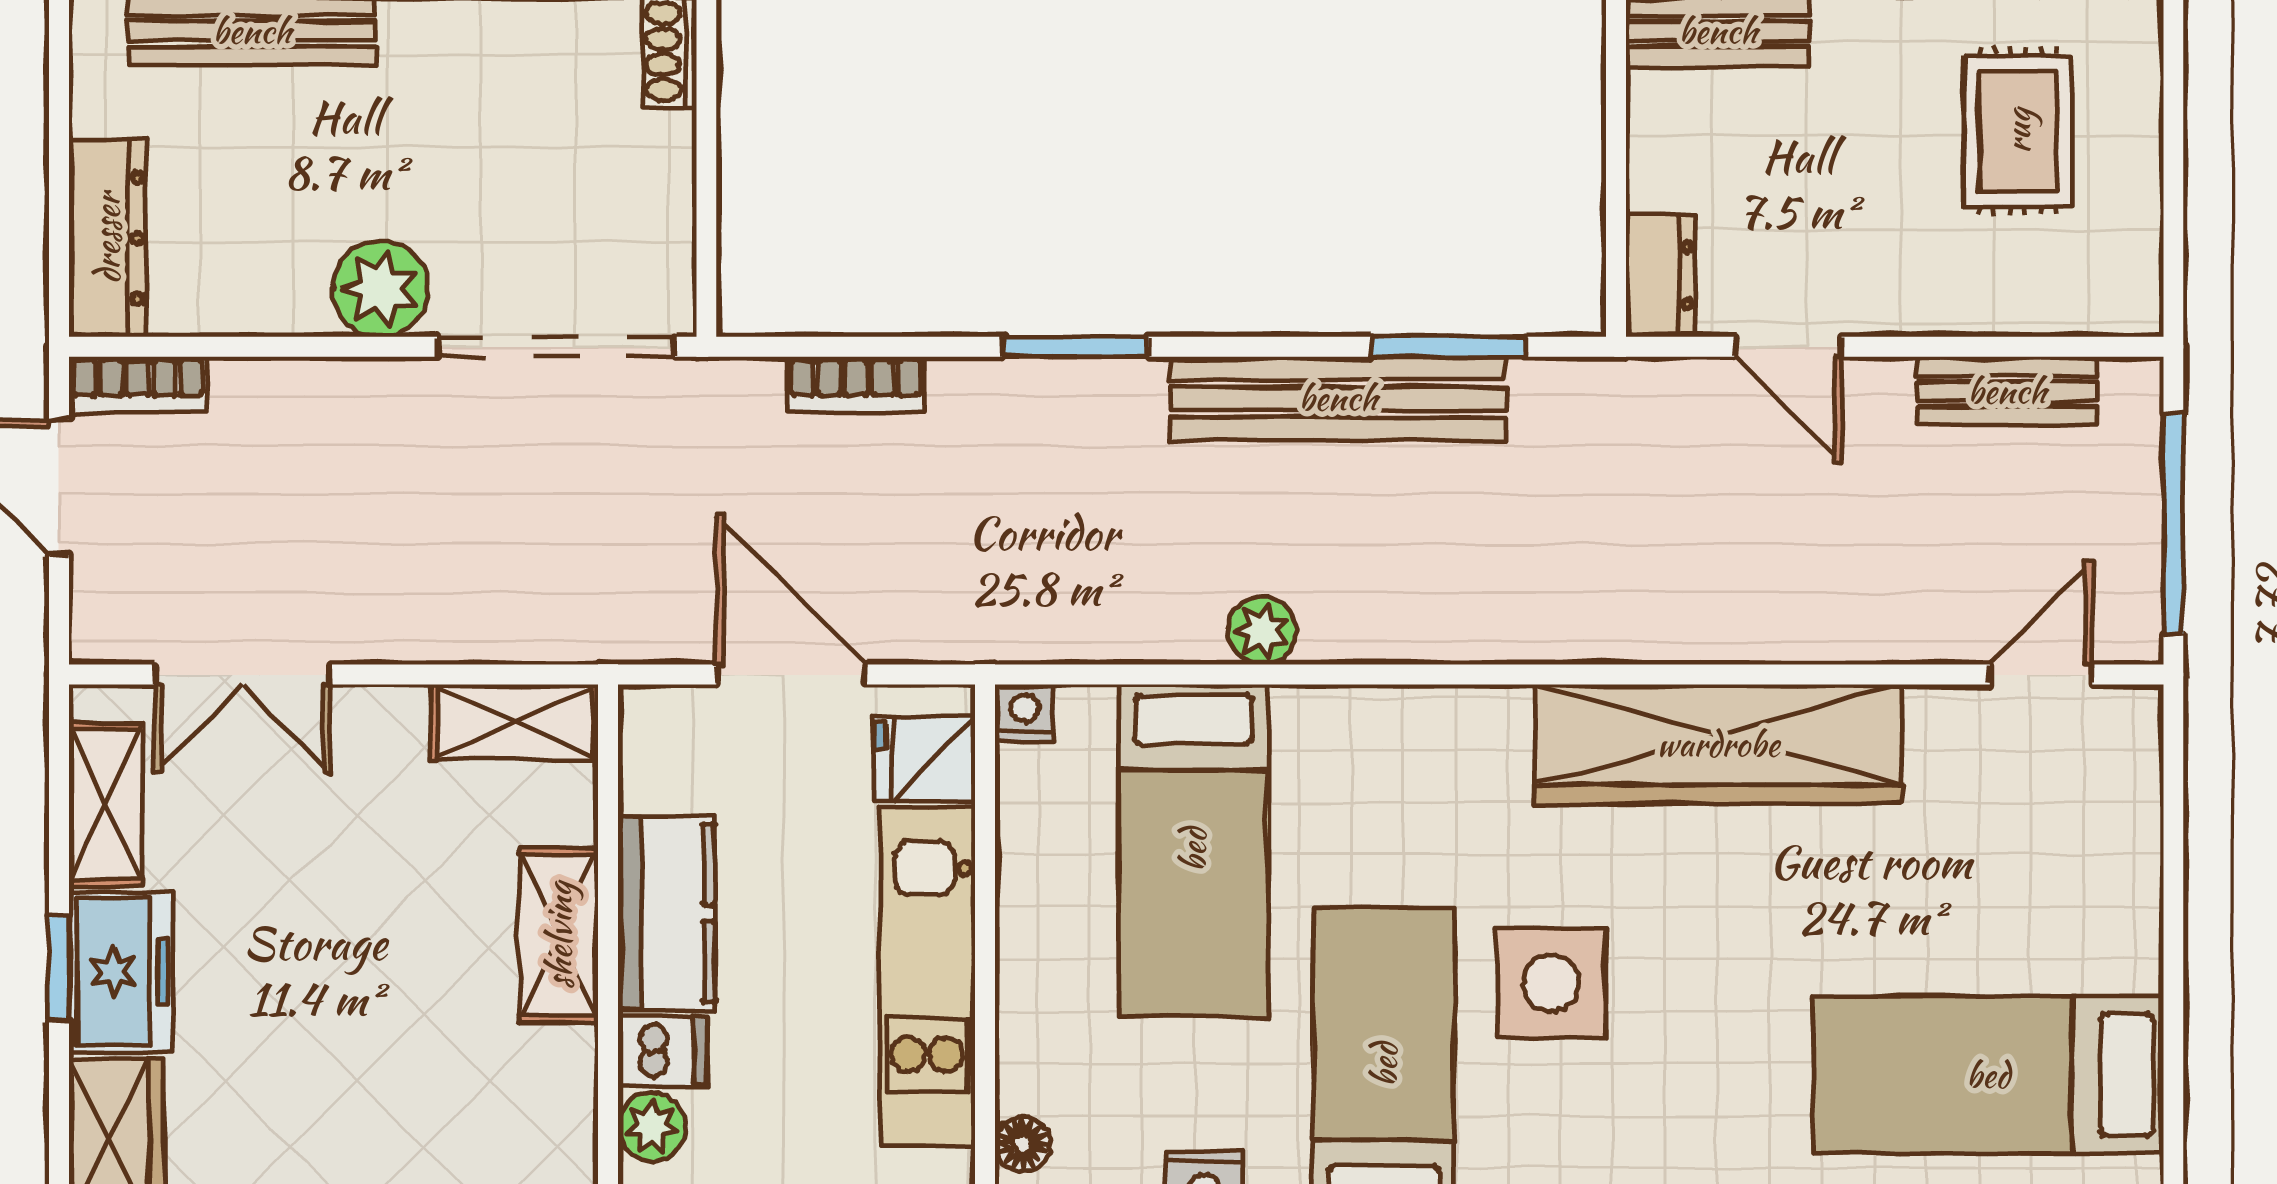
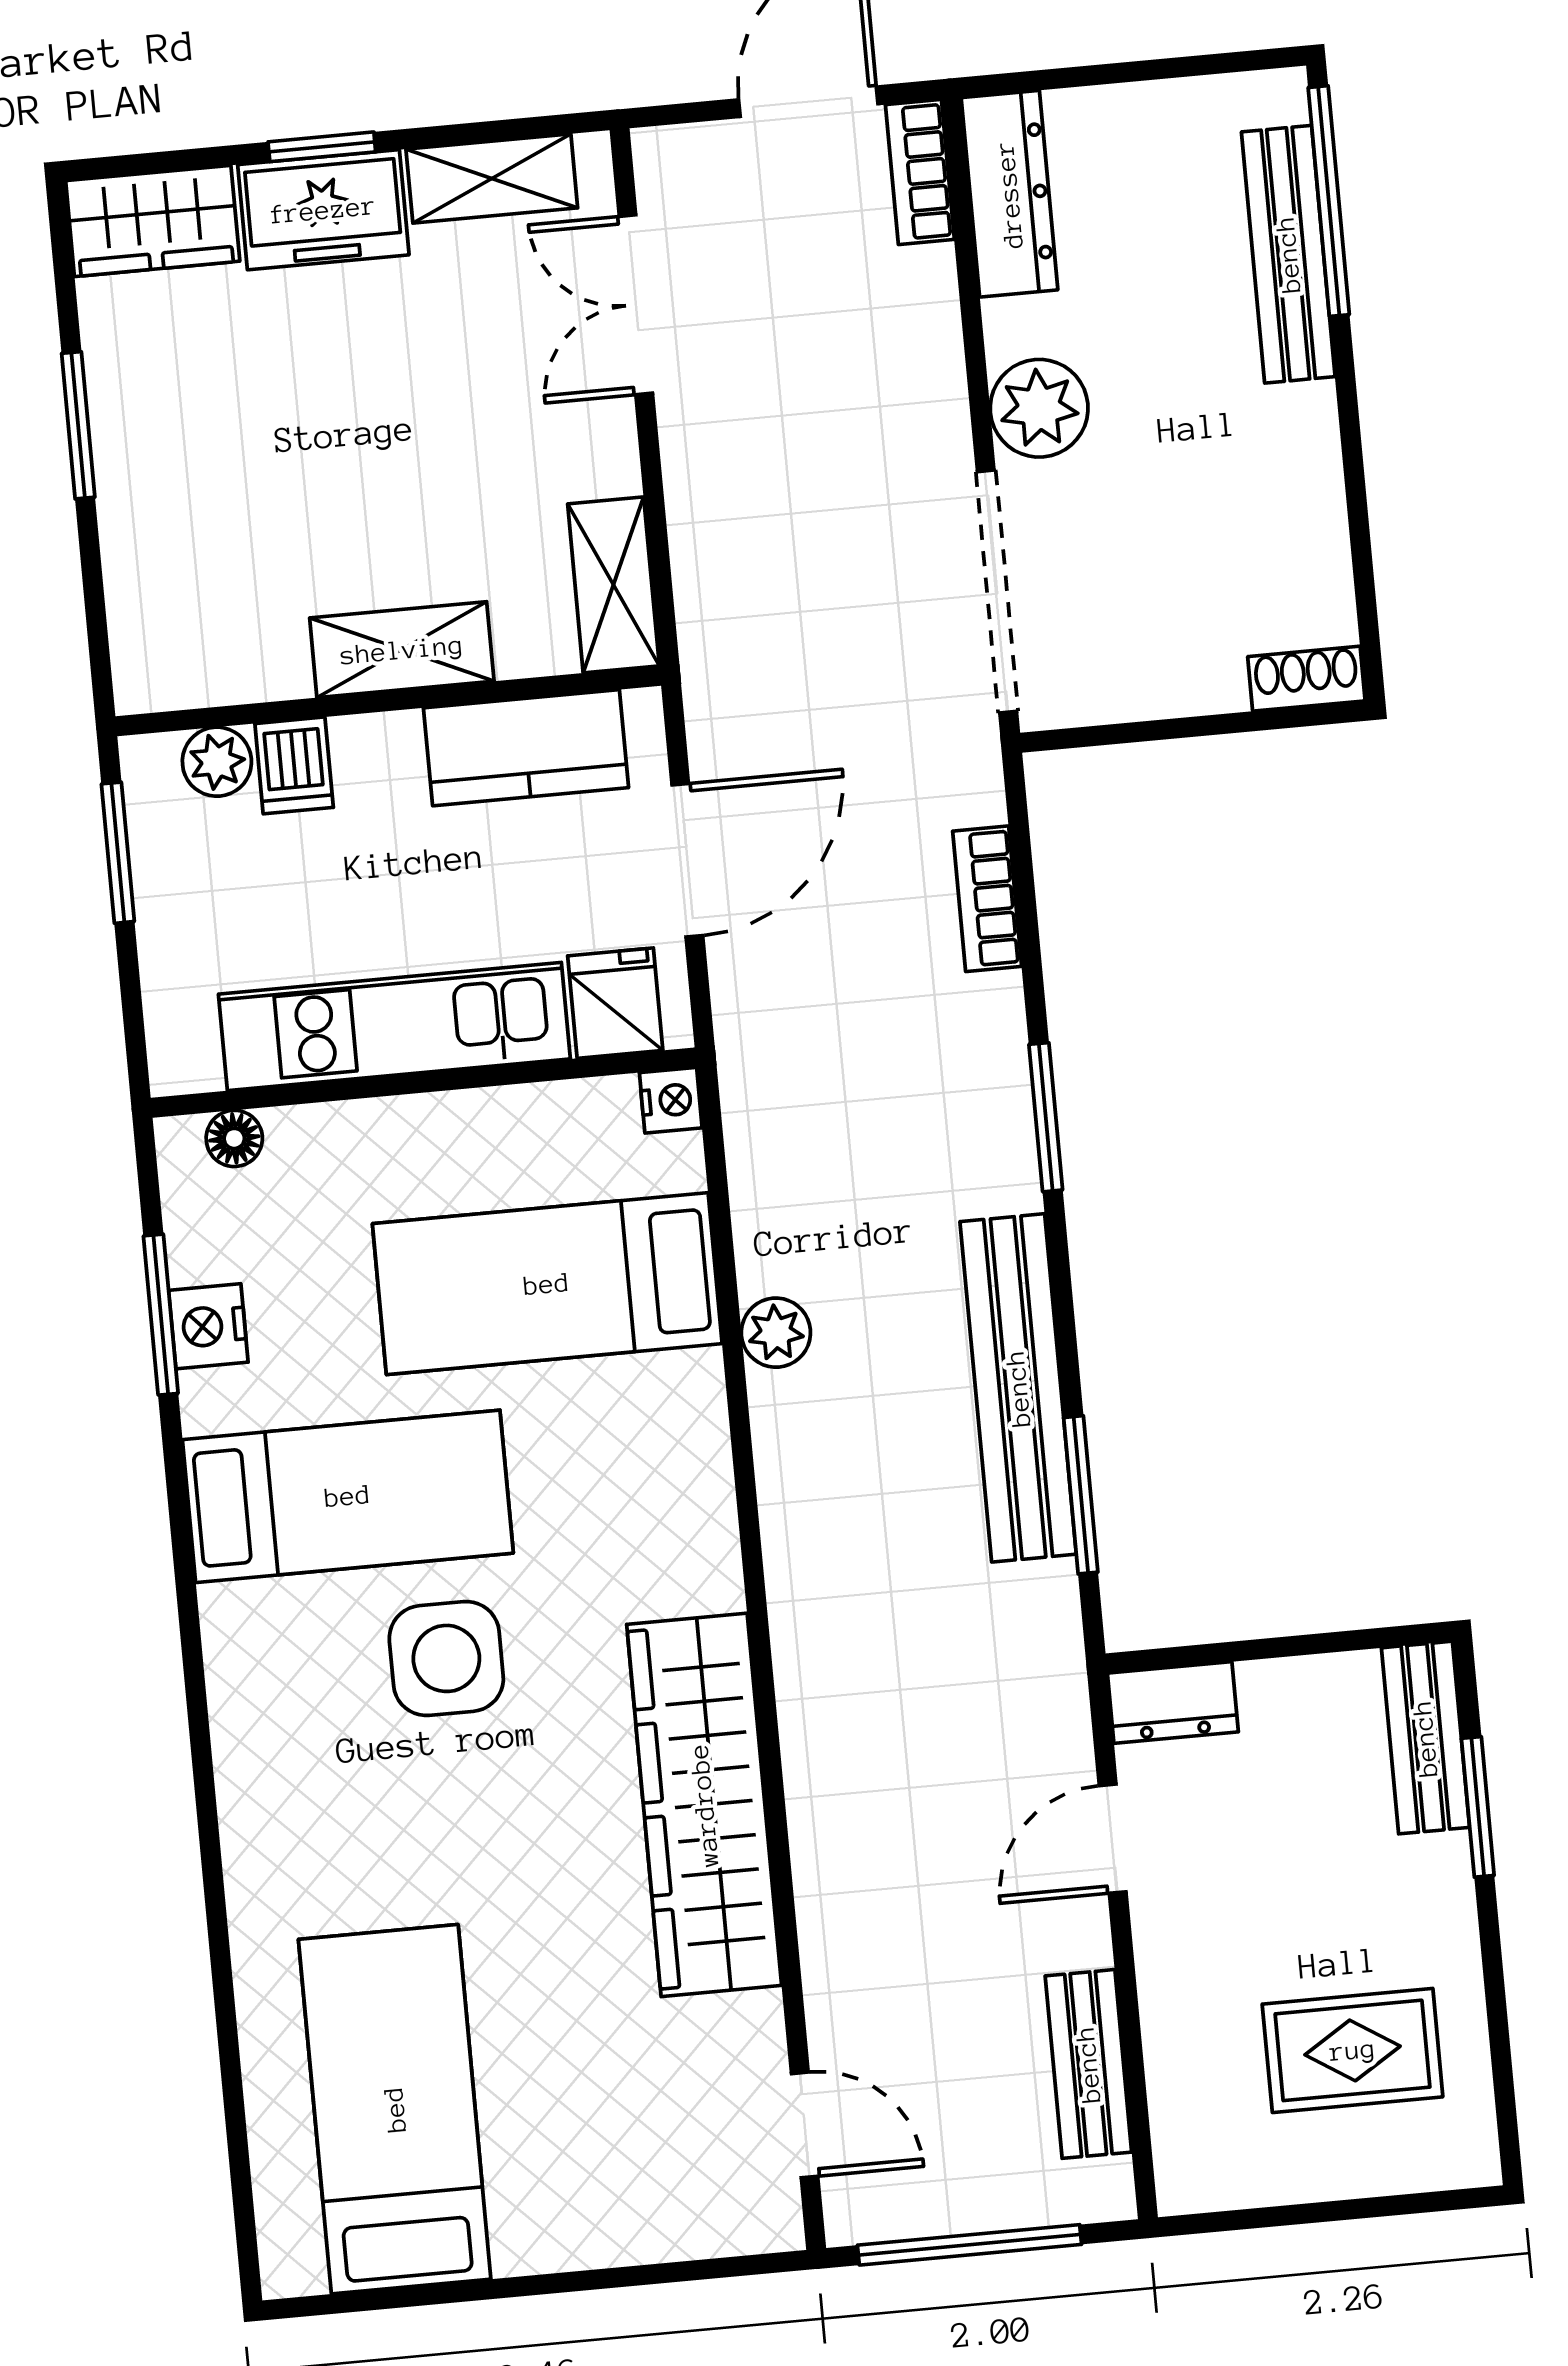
dresser: (107, 238) -> (1009, 194), moved, turned -90
kitchen counter: (666, 913) -> (526, 748), moved

